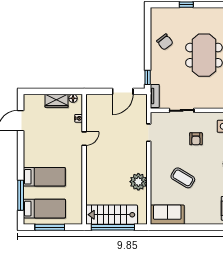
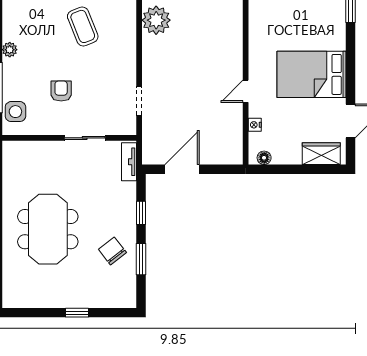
window: (148, 37) -> (141, 259), added
window: (148, 77) -> (141, 213), moved
wardrobe: (57, 101) -> (321, 154), moved
bed: (44, 177) -> (311, 74), moved, width x1.50
coffee table: (183, 178) -> (83, 26), turned 37

